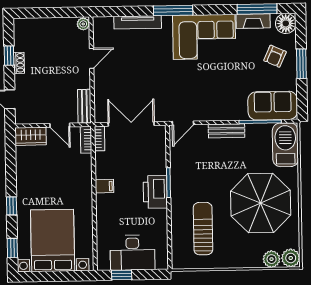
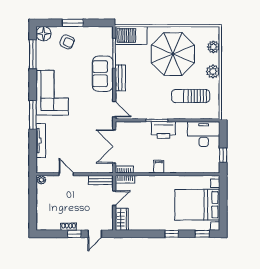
fireplace: (253, 21) -> (41, 57), removed
window: (9, 56) -> (74, 234), moved
sofa: (273, 106) -> (103, 74), moved
desk: (132, 253) -> (204, 134), moved, turned -90
plant: (291, 258) -> (213, 71), moved

